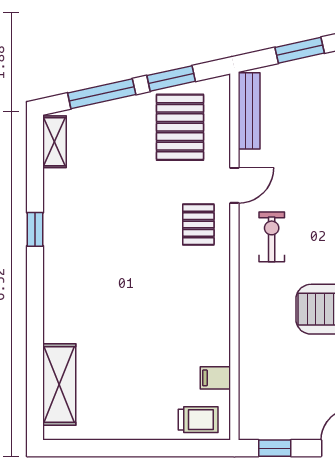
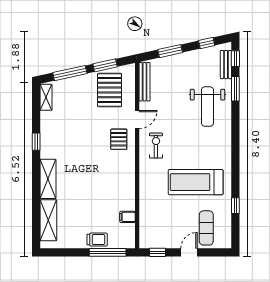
shelving: (58, 303) -> (48, 179), added
trolley: (198, 420) -> (97, 240), moved
window: (176, 448) -> (108, 252), added

